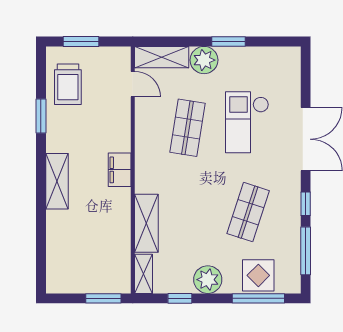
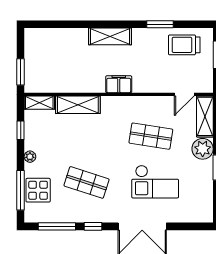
checkout: (247, 122) -> (155, 182), turned 180
plant: (208, 280) -> (30, 157), width x0.53, depth x0.53

